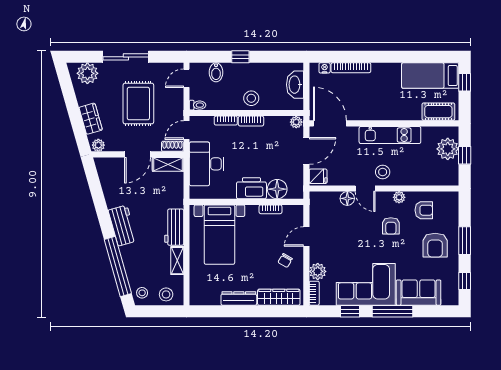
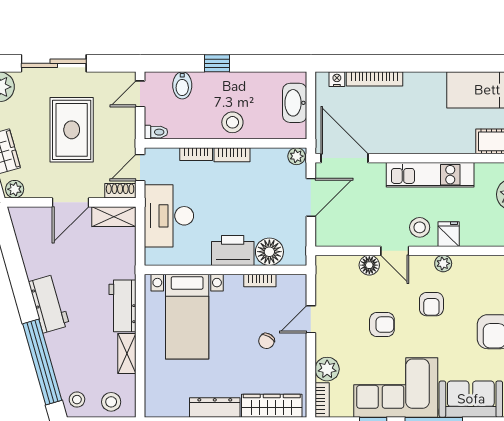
fridge: (318, 176) -> (449, 234), moved, turned -90
armchair: (424, 210) -> (382, 325), moved
chair: (285, 260) -> (267, 341), moved

